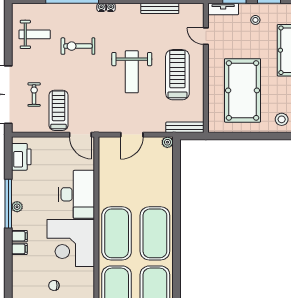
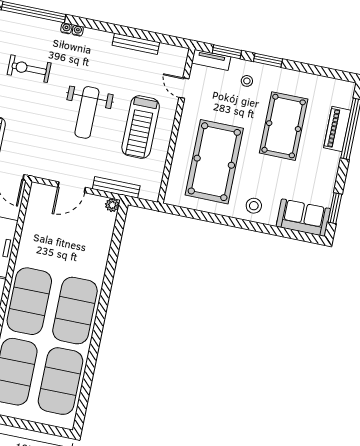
treadmill: (177, 75) -> (141, 127), turned 180
bench: (185, 127) -> (116, 187), moved

